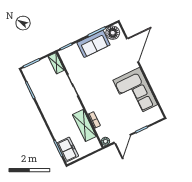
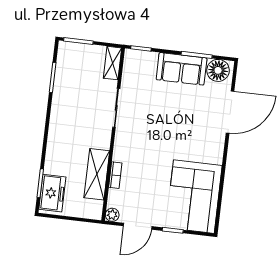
corner sofa: (135, 92) -> (194, 197), moved

